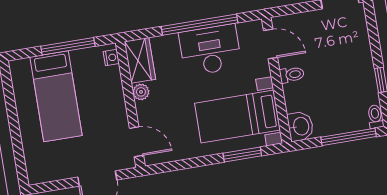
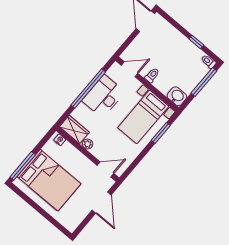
window: (68, 46) -> (23, 166), moved
bed: (56, 96) -> (49, 180), width x1.50

